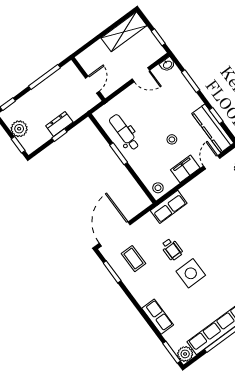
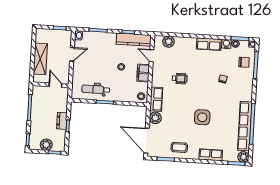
shelving: (124, 32) -> (40, 59), moved
plant: (147, 223) -> (155, 118), added
wheelchair: (172, 249) -> (180, 79), moved
coffee table: (133, 259) -> (179, 147), moved

